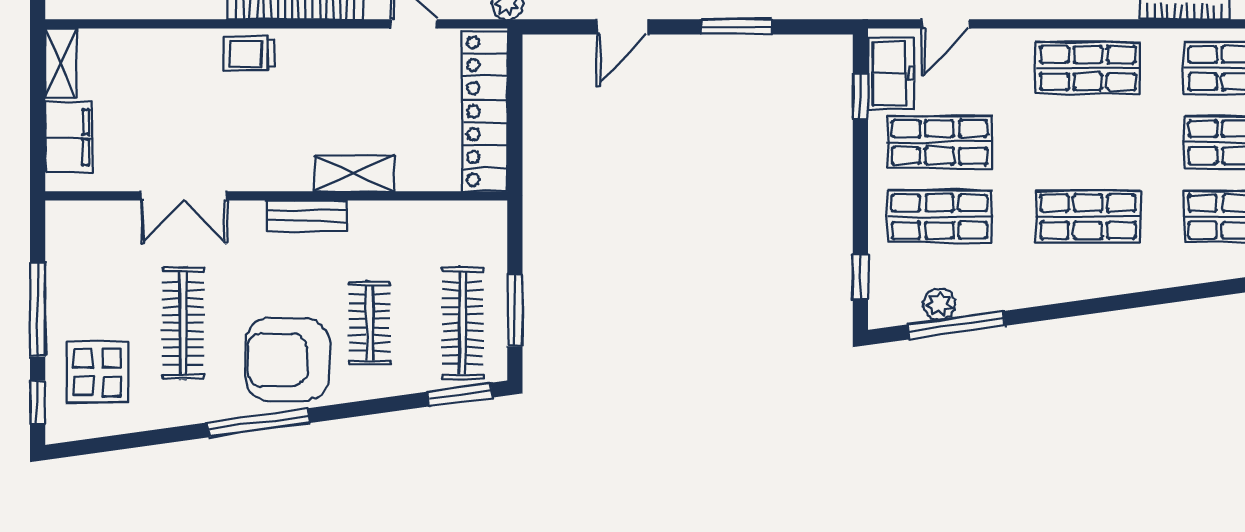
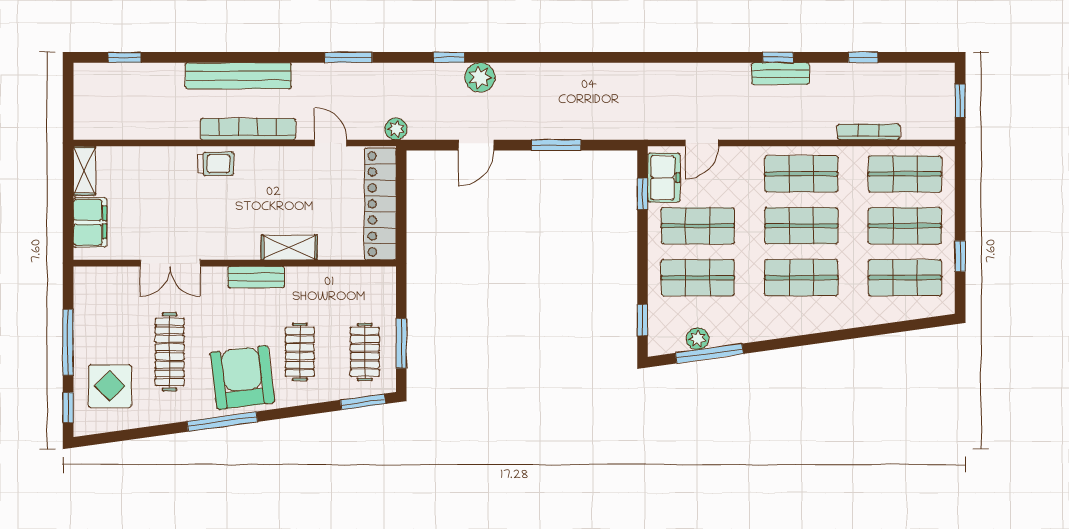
trolley: (249, 53) -> (216, 164), turned 180
shop shelf: (1088, 142) -> (801, 226), added
clothes rail: (463, 323) -> (365, 352), width x0.73
armchair: (287, 360) -> (242, 377), turned 83

